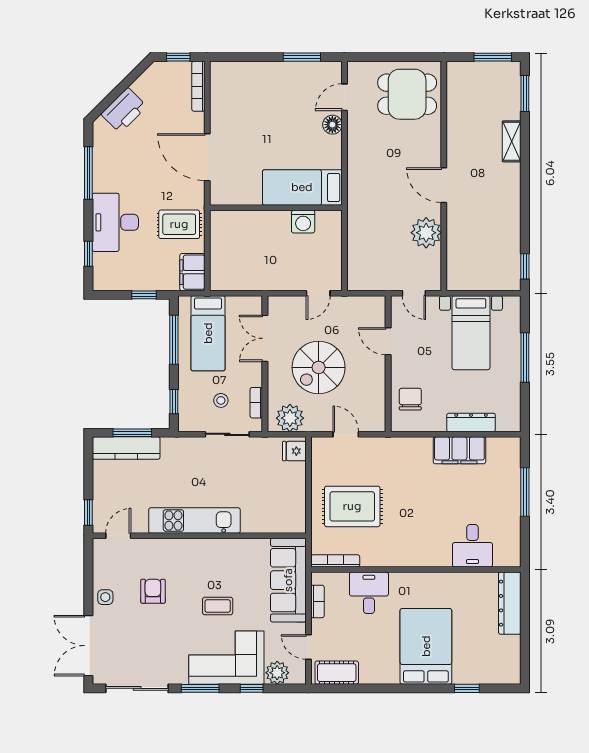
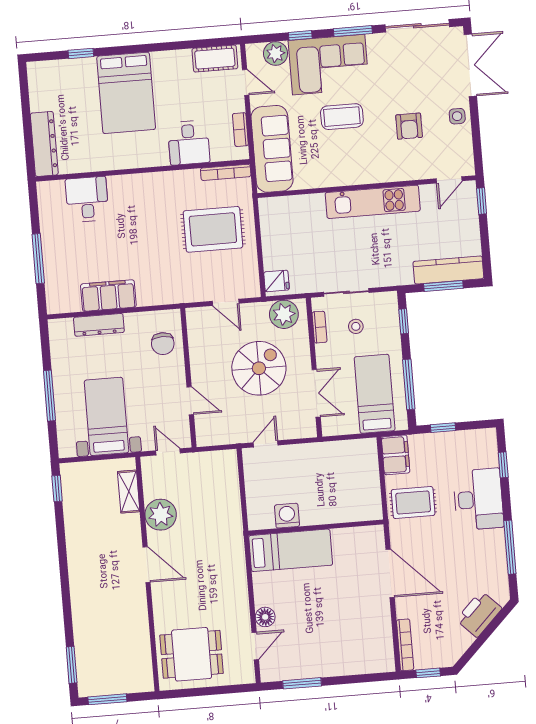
shelving: (512, 141) -> (129, 492), moved
coffee table: (218, 606) -> (342, 117), width x1.36, depth x1.30

